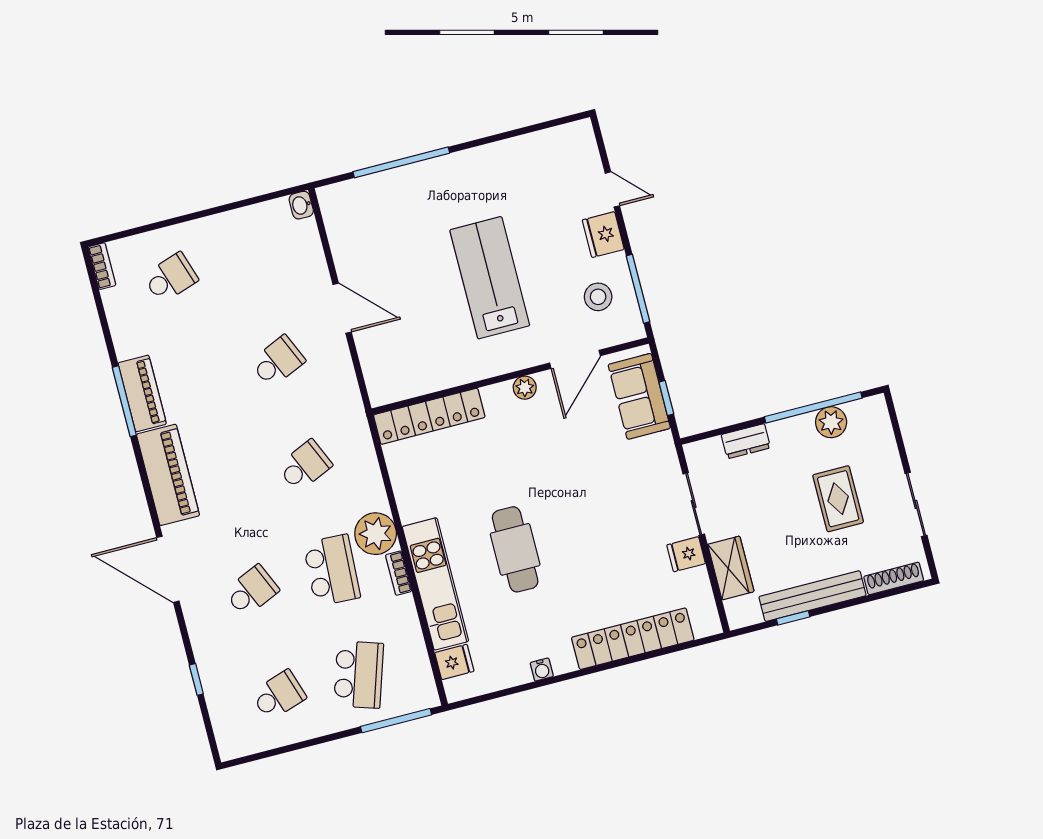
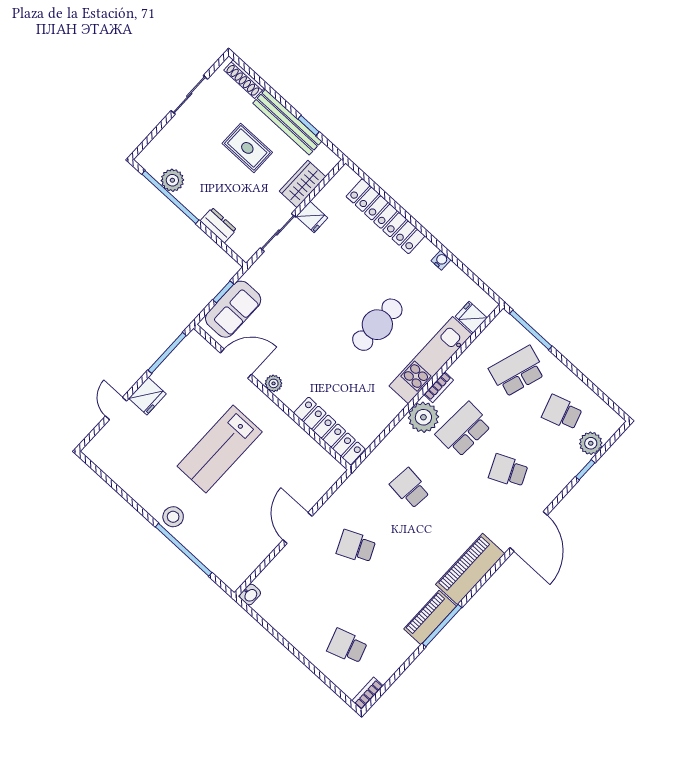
stool: (598, 297) -> (173, 517), moved
school desk: (305, 466) -> (410, 488), turned 30
rug: (838, 499) -> (247, 148), moved, turned 90
plant: (222, 705) -> (591, 443), added

